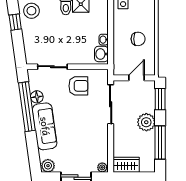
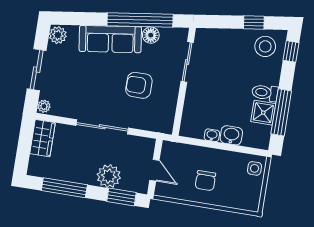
washbasin: (101, 54) -> (231, 135), moved
armchair: (78, 86) -> (139, 85), moved, turned 90
sliding door: (111, 104) -> (102, 127), moved
plant: (146, 122) -> (109, 176), moved

